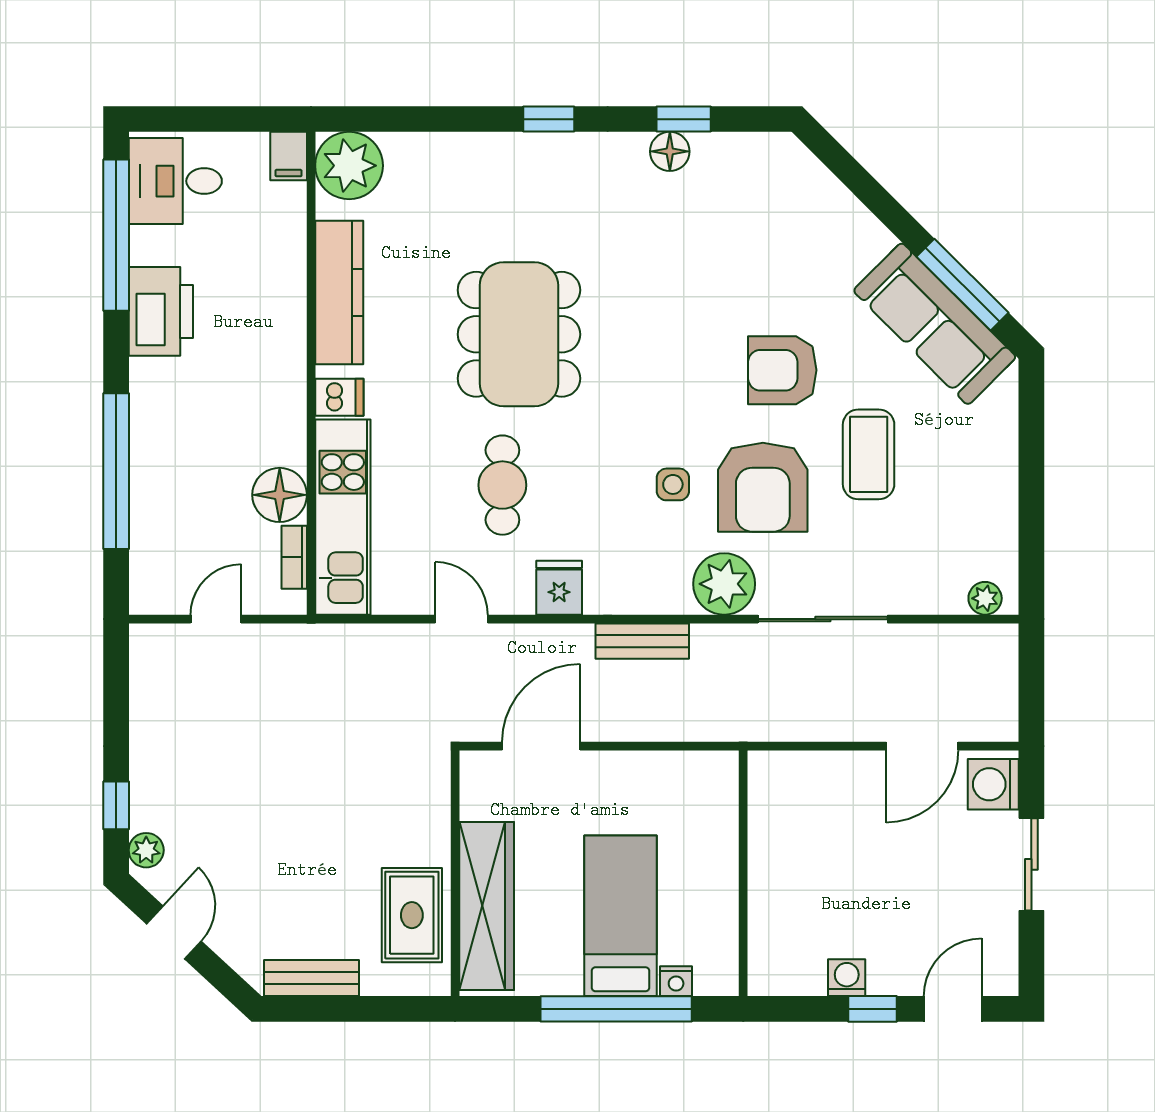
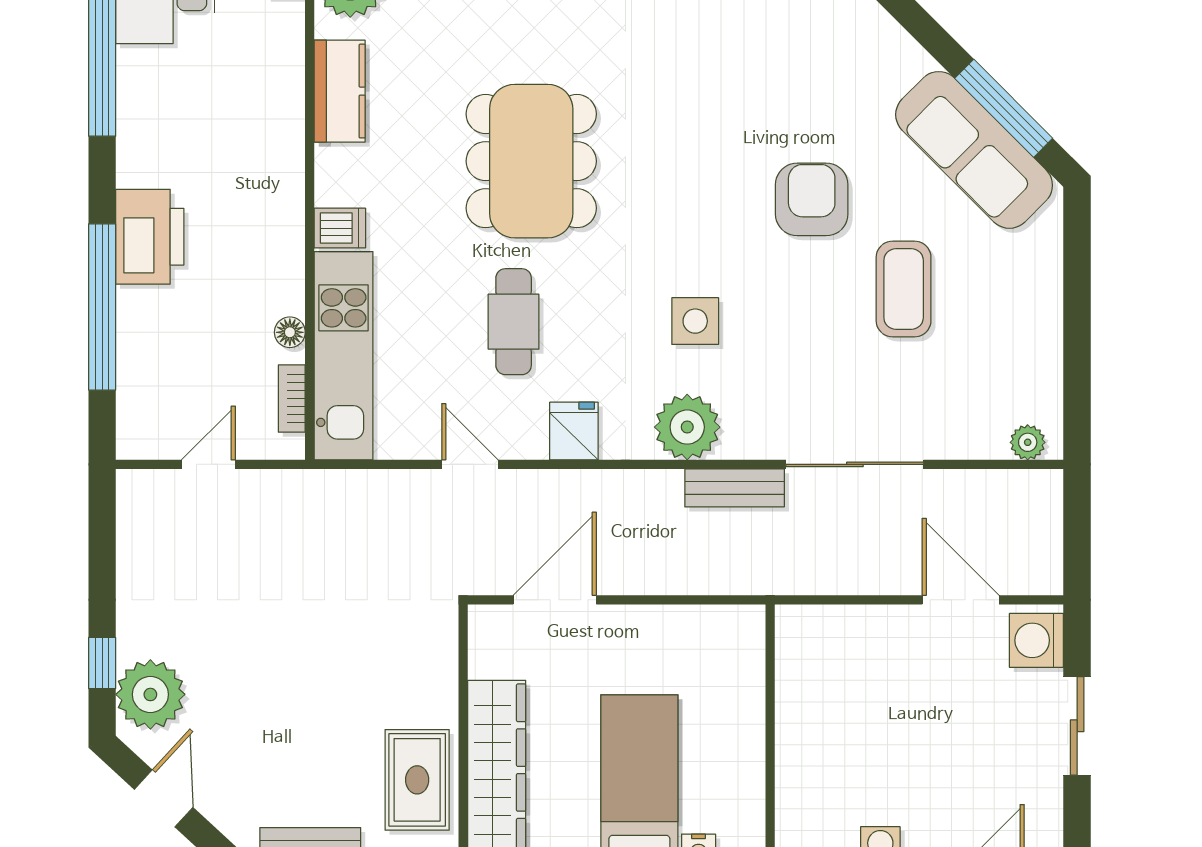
kitchen counter: (339, 293) -> (340, 91), width x0.67
printer: (161, 311) -> (150, 237), moved
armchair: (782, 370) -> (812, 199), turned 90
side table: (673, 484) -> (695, 321), width x1.37, depth x1.37
armchair: (763, 487) -> (791, 324), removed
floor lamp: (280, 495) -> (290, 332), width x0.53, depth x0.53
plant: (724, 584) -> (687, 427), moved
bench: (642, 641) -> (735, 488), moved
door: (922, 746) -> (961, 600), swing flipped
plant: (146, 850) -> (150, 694), width x1.88, depth x1.88

